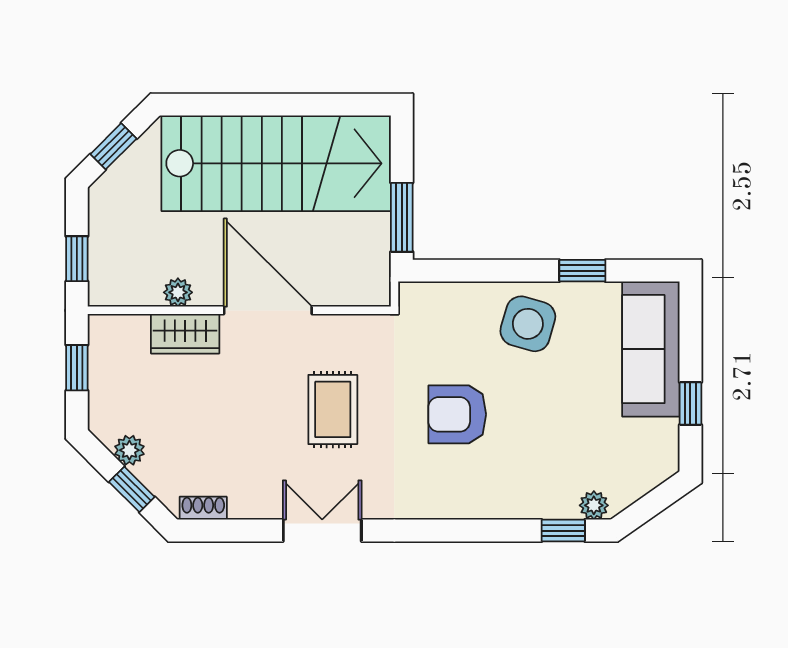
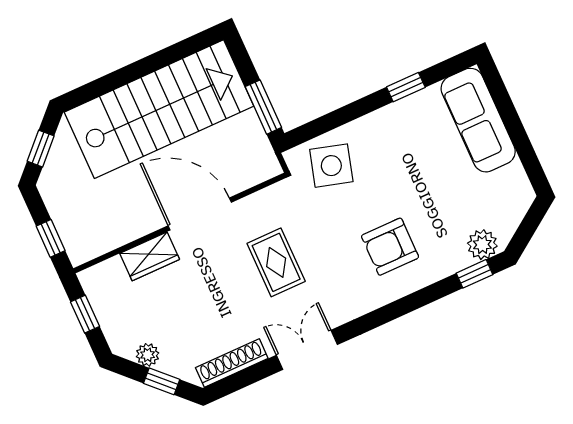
plant: (178, 292) -> (132, 230), removed
side table: (528, 324) -> (331, 166), moved
window: (690, 403) -> (523, 145), removed
armchair: (457, 414) -> (390, 247), moved
plant: (594, 505) -> (482, 245), width x1.38, depth x1.38
shoe rack: (203, 508) -> (232, 363), width x1.94, depth x1.24

